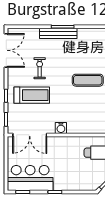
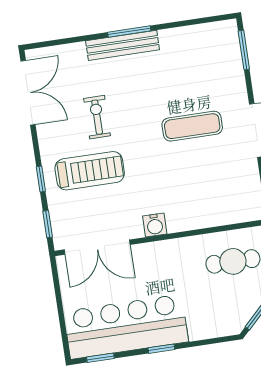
bar counter: (30, 178) -> (126, 327), width x1.36

